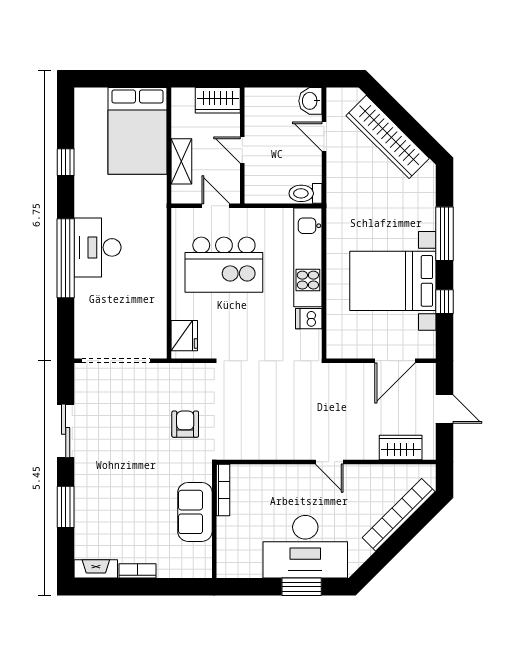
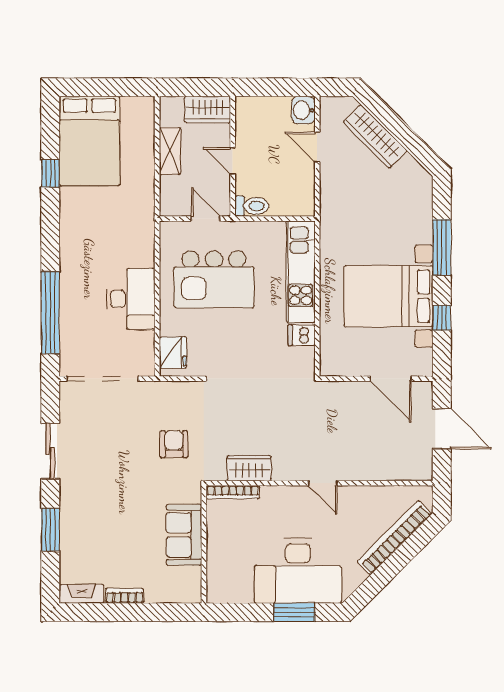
bed: (137, 131) -> (90, 141), moved
wardrobe: (388, 137) -> (375, 137), width x0.71, depth x0.85
shelving: (181, 161) -> (170, 151), moved
toilet: (305, 193) -> (252, 206), moved, turned 180
desk: (98, 247) -> (131, 299), moved, turned 180
window: (66, 258) -> (50, 313), moved
door: (395, 361) -> (391, 379), hinge flipped
door: (445, 409) -> (442, 429), width x1.38
wardrobe: (401, 447) -> (249, 468), moved
bookcase: (223, 490) -> (233, 492), moved, turned 90

